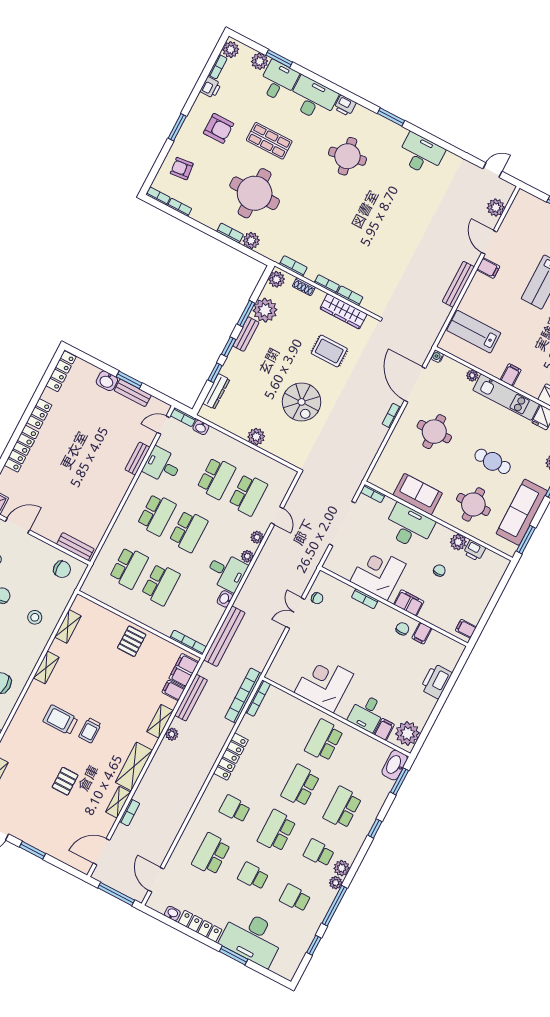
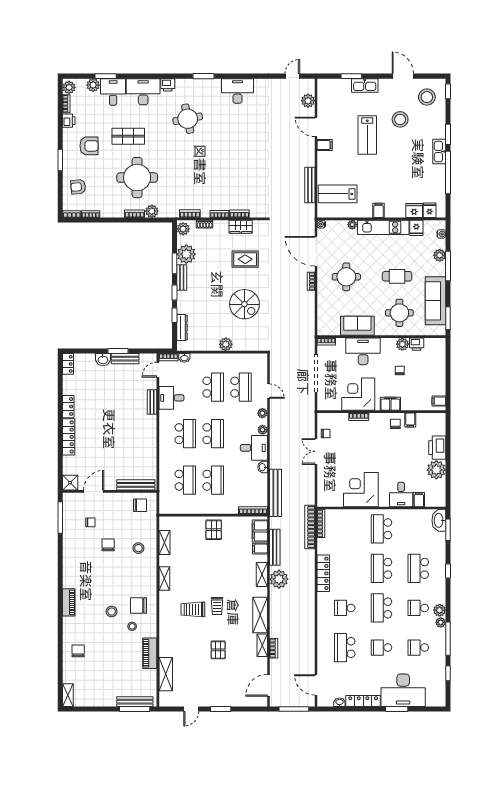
bench: (458, 284) -> (310, 185), moved
wardrobe: (343, 311) -> (241, 227), width x0.67
locker: (61, 371) -> (68, 364), width x0.66
bench: (75, 547) -> (136, 485), width x1.36
plant: (407, 733) -> (436, 470), moved
plant: (172, 734) -> (279, 579), width x1.88, depth x1.88

